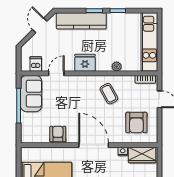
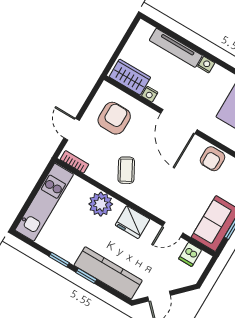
plant: (117, 66) -> (101, 204), width x1.88, depth x1.88

